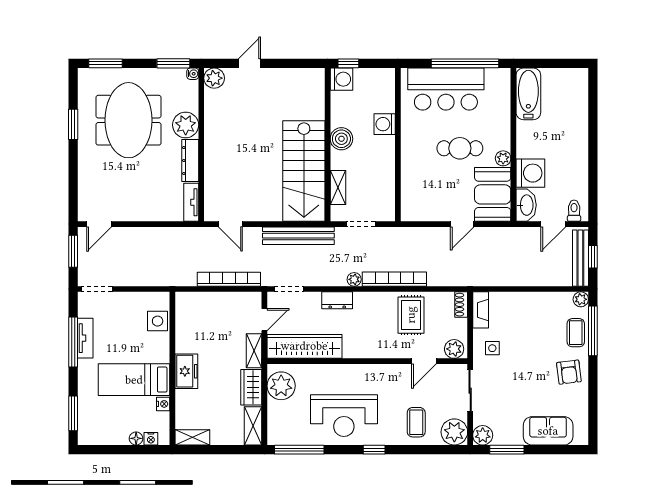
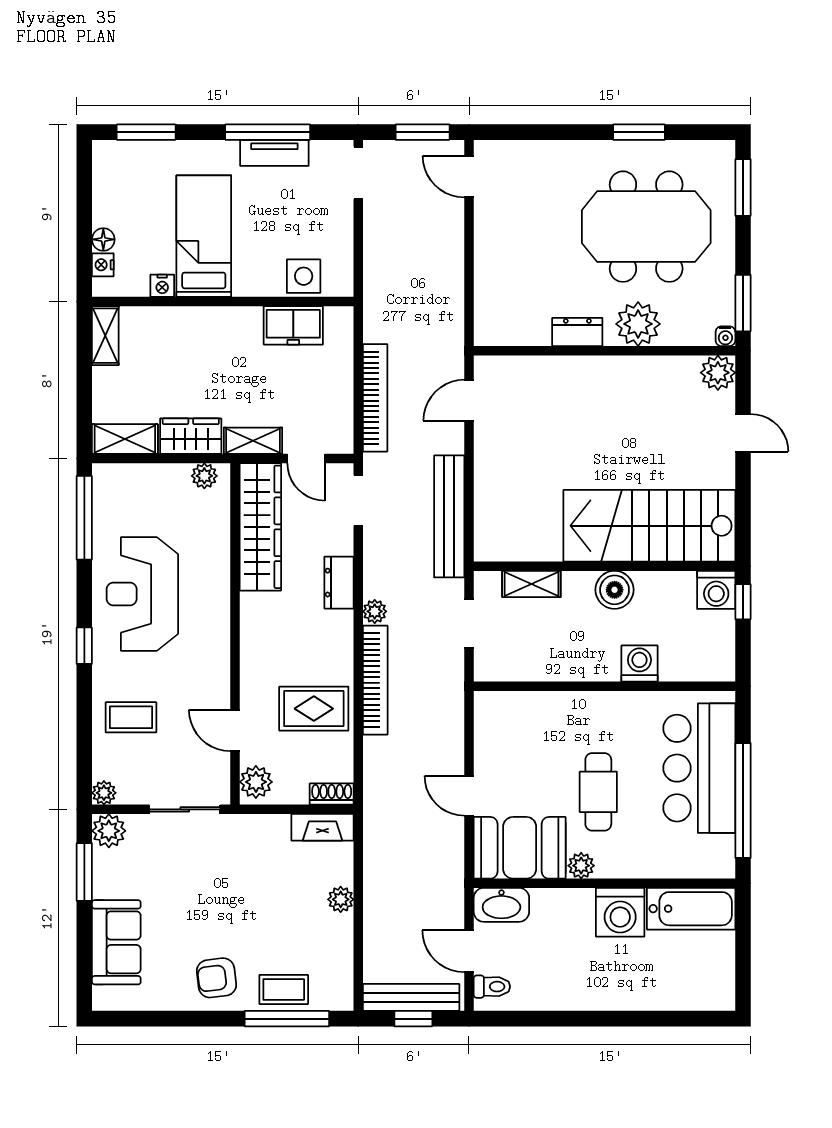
dresser: (190, 161) -> (577, 332), width x0.70
stairs: (304, 171) -> (649, 526), moved
washing machine: (530, 173) -> (620, 912), moved
tv unit: (191, 202) -> (506, 334), removed
plant: (581, 299) -> (341, 899), moved
side table: (492, 348) -> (257, 847), removed
freezer: (186, 371) -> (293, 325), moved
plant: (281, 386) -> (204, 476), width x0.53, depth x0.53
plant: (454, 432) -> (104, 793), width x0.53, depth x0.53

